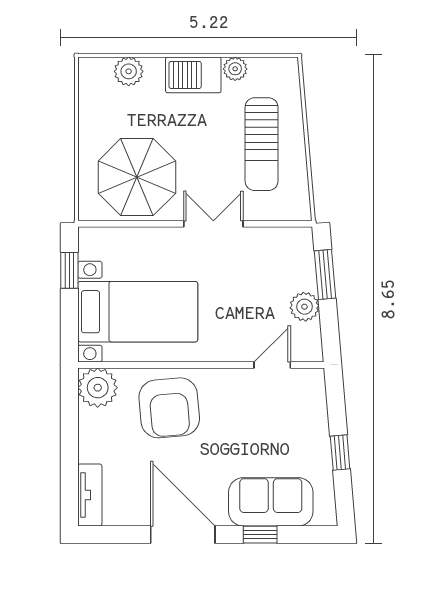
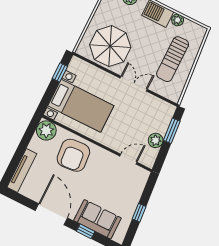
tv unit: (90, 495) -> (22, 171), width x1.41

